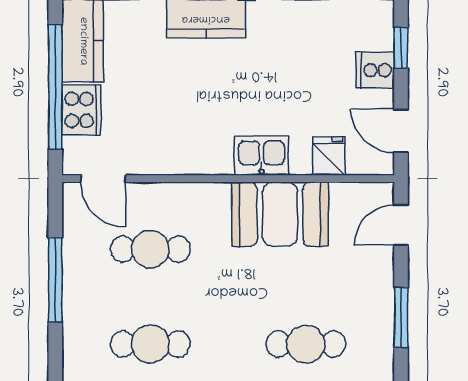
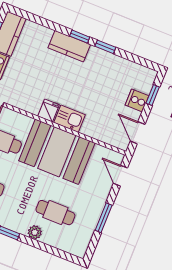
fridge: (329, 156) -> (49, 110), moved
booth: (280, 214) -> (57, 152), width x1.36, depth x1.42
door: (401, 225) -> (120, 176), hinge flipped

